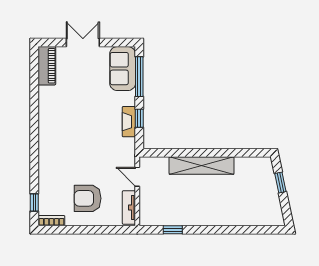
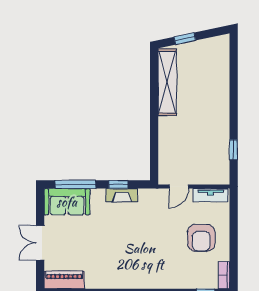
shelving: (202, 165) -> (167, 82), moved

